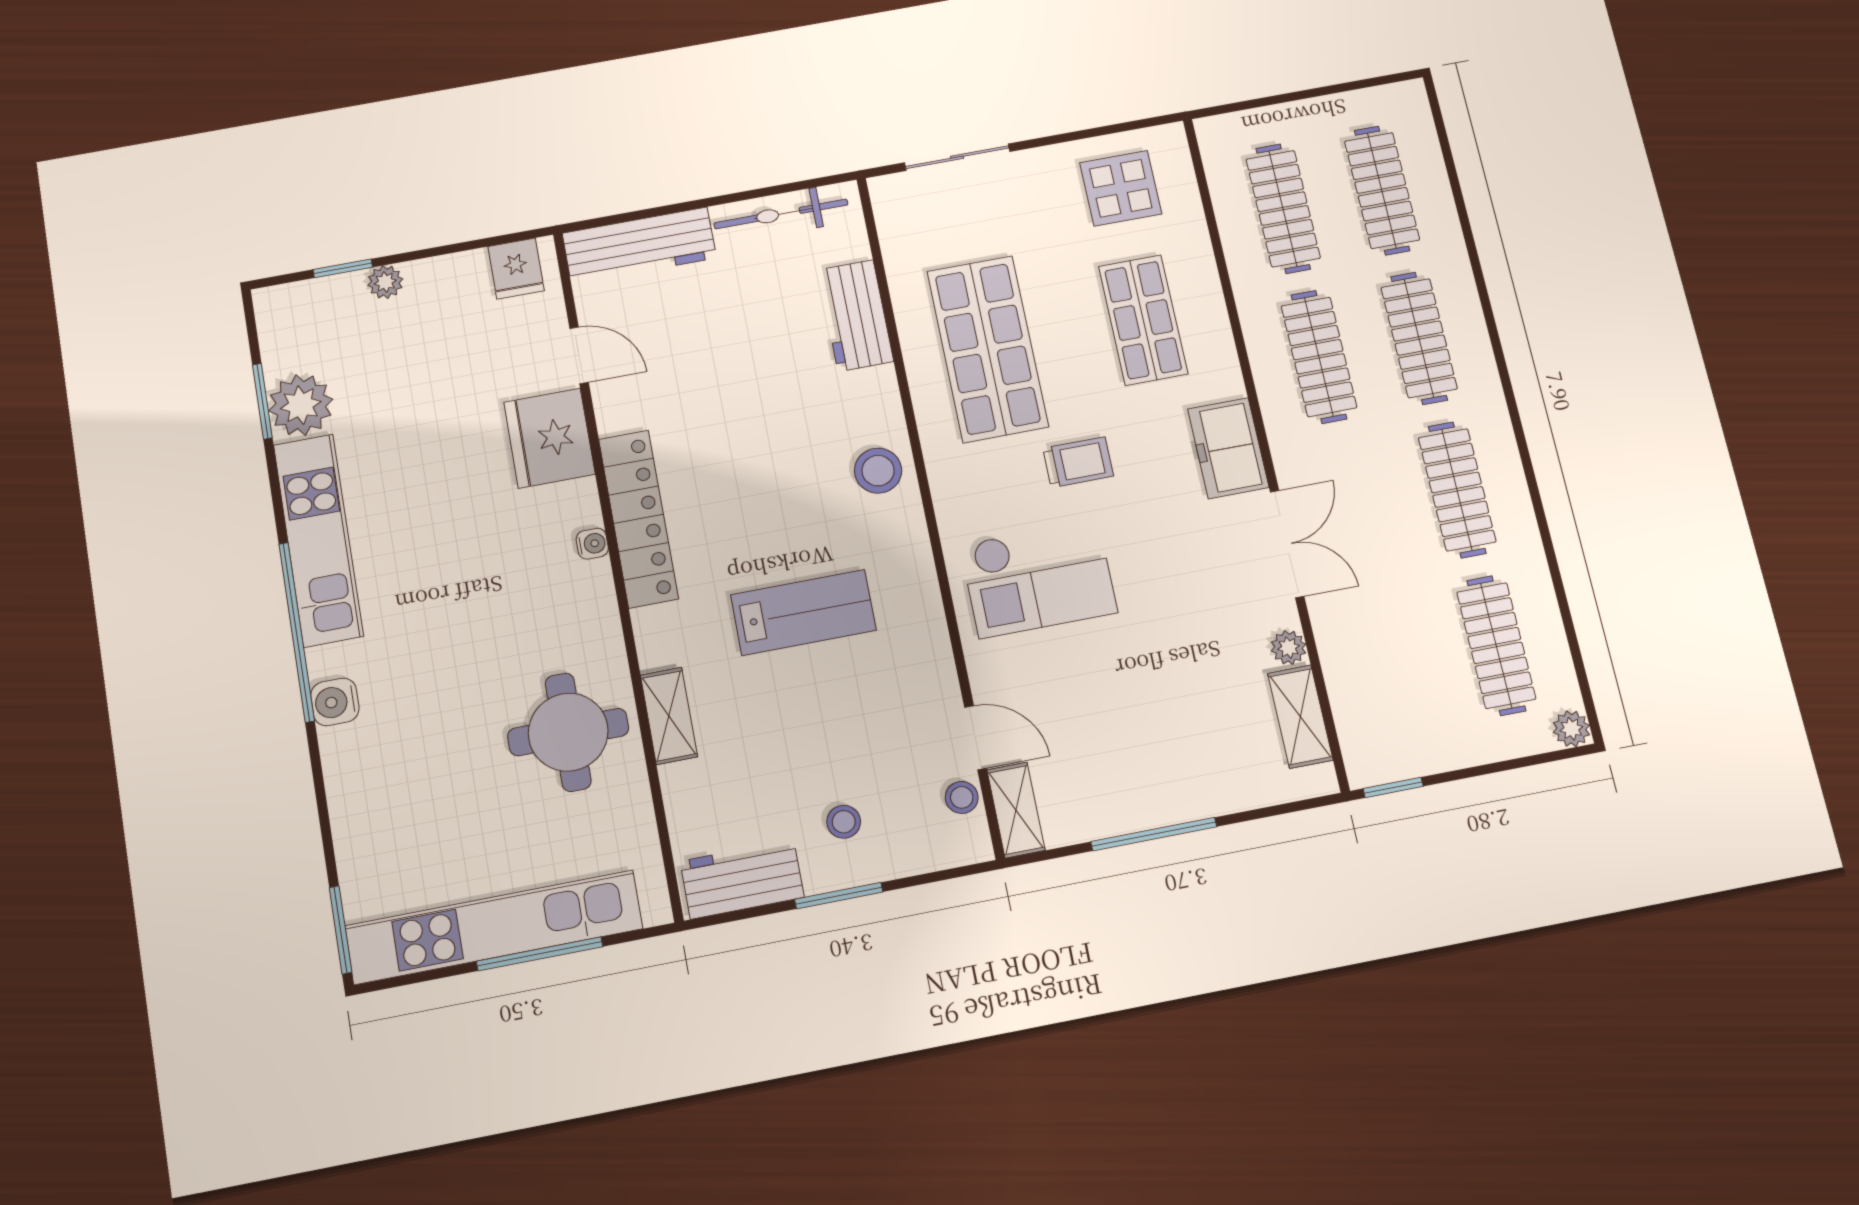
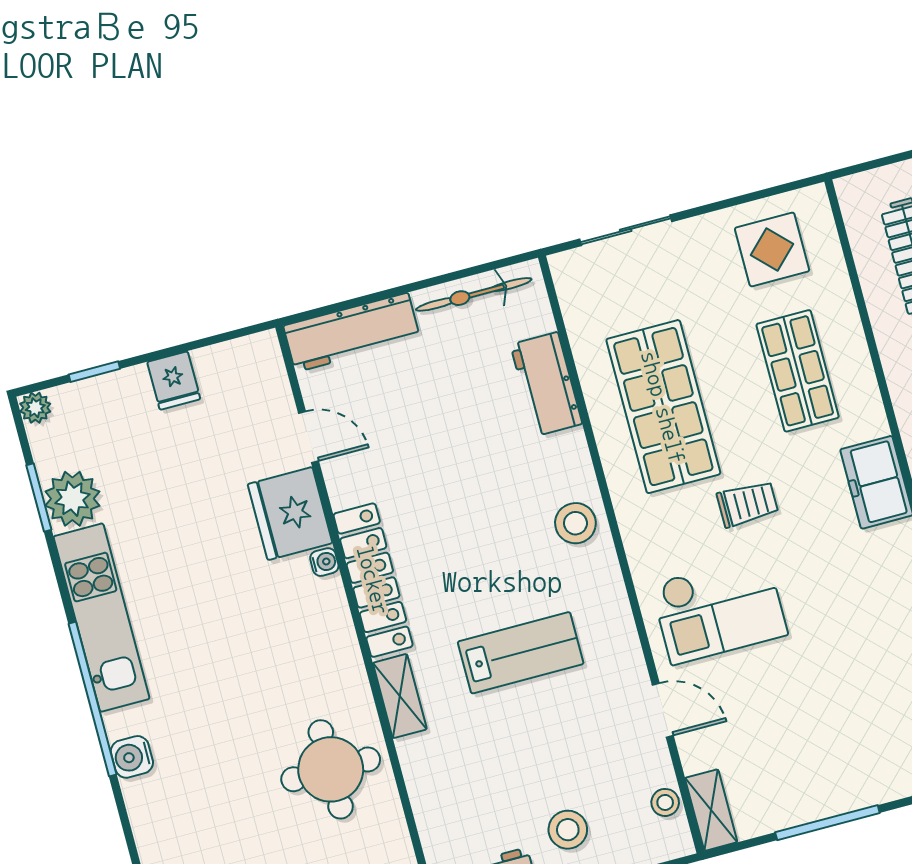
fridge: (516, 269) -> (174, 381), moved
plant: (385, 282) -> (35, 408), moved
water cooler: (592, 544) -> (324, 562), moved
shelving: (669, 716) -> (400, 696), moved
door: (976, 738) -> (663, 710), moved
stool: (844, 822) -> (568, 830), width x1.37, depth x1.37

